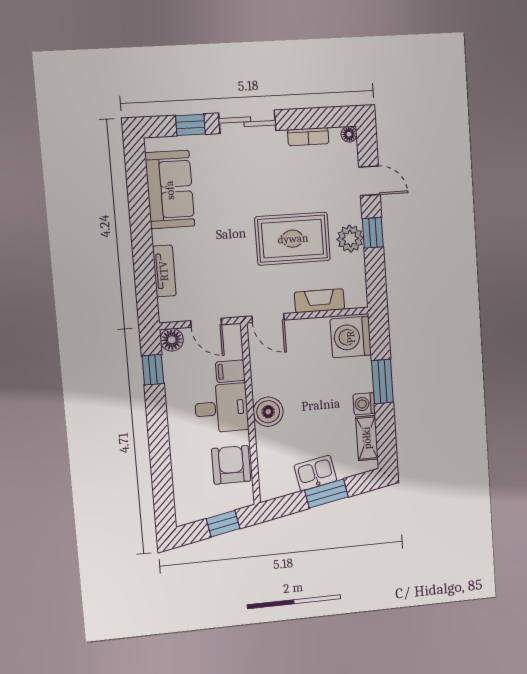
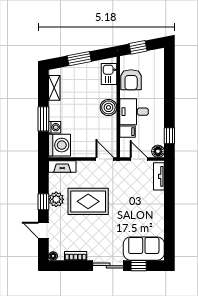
sofa: (170, 190) -> (144, 249), moved, turned 90
tv unit: (164, 271) -> (159, 176), moved
fireplace: (319, 301) -> (62, 166), moved
washing machine: (364, 404) -> (55, 127), moved
kitchen sink: (315, 473) -> (109, 74), moved, turned 101

